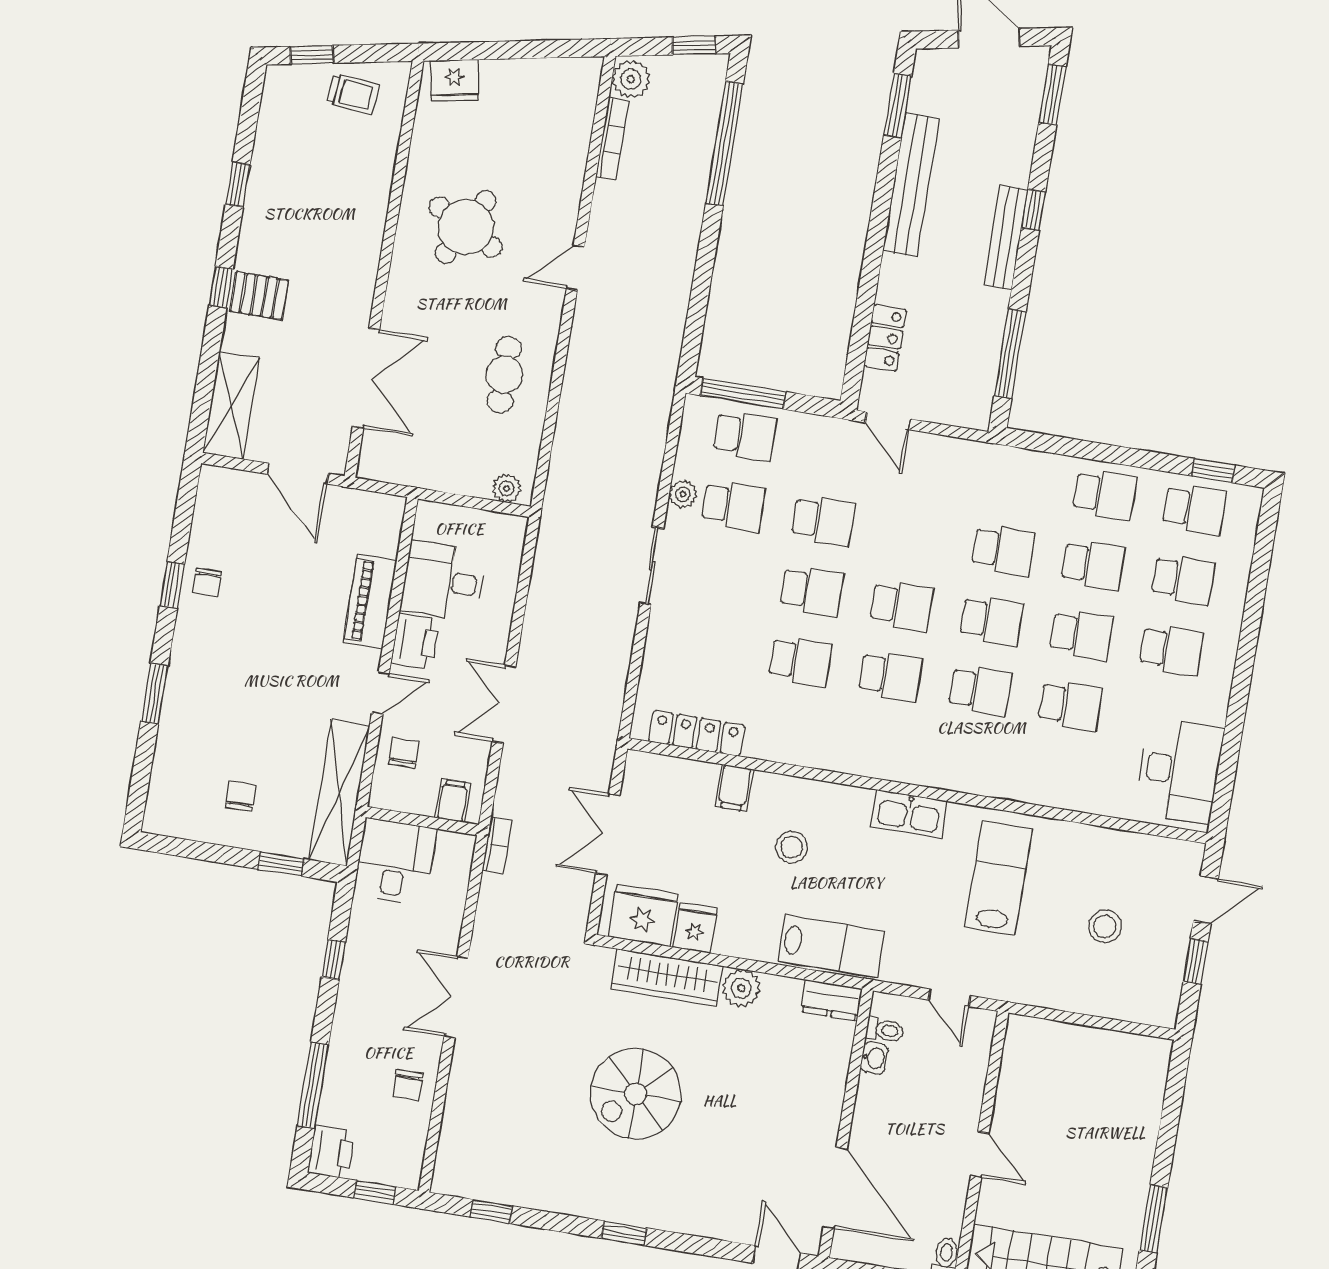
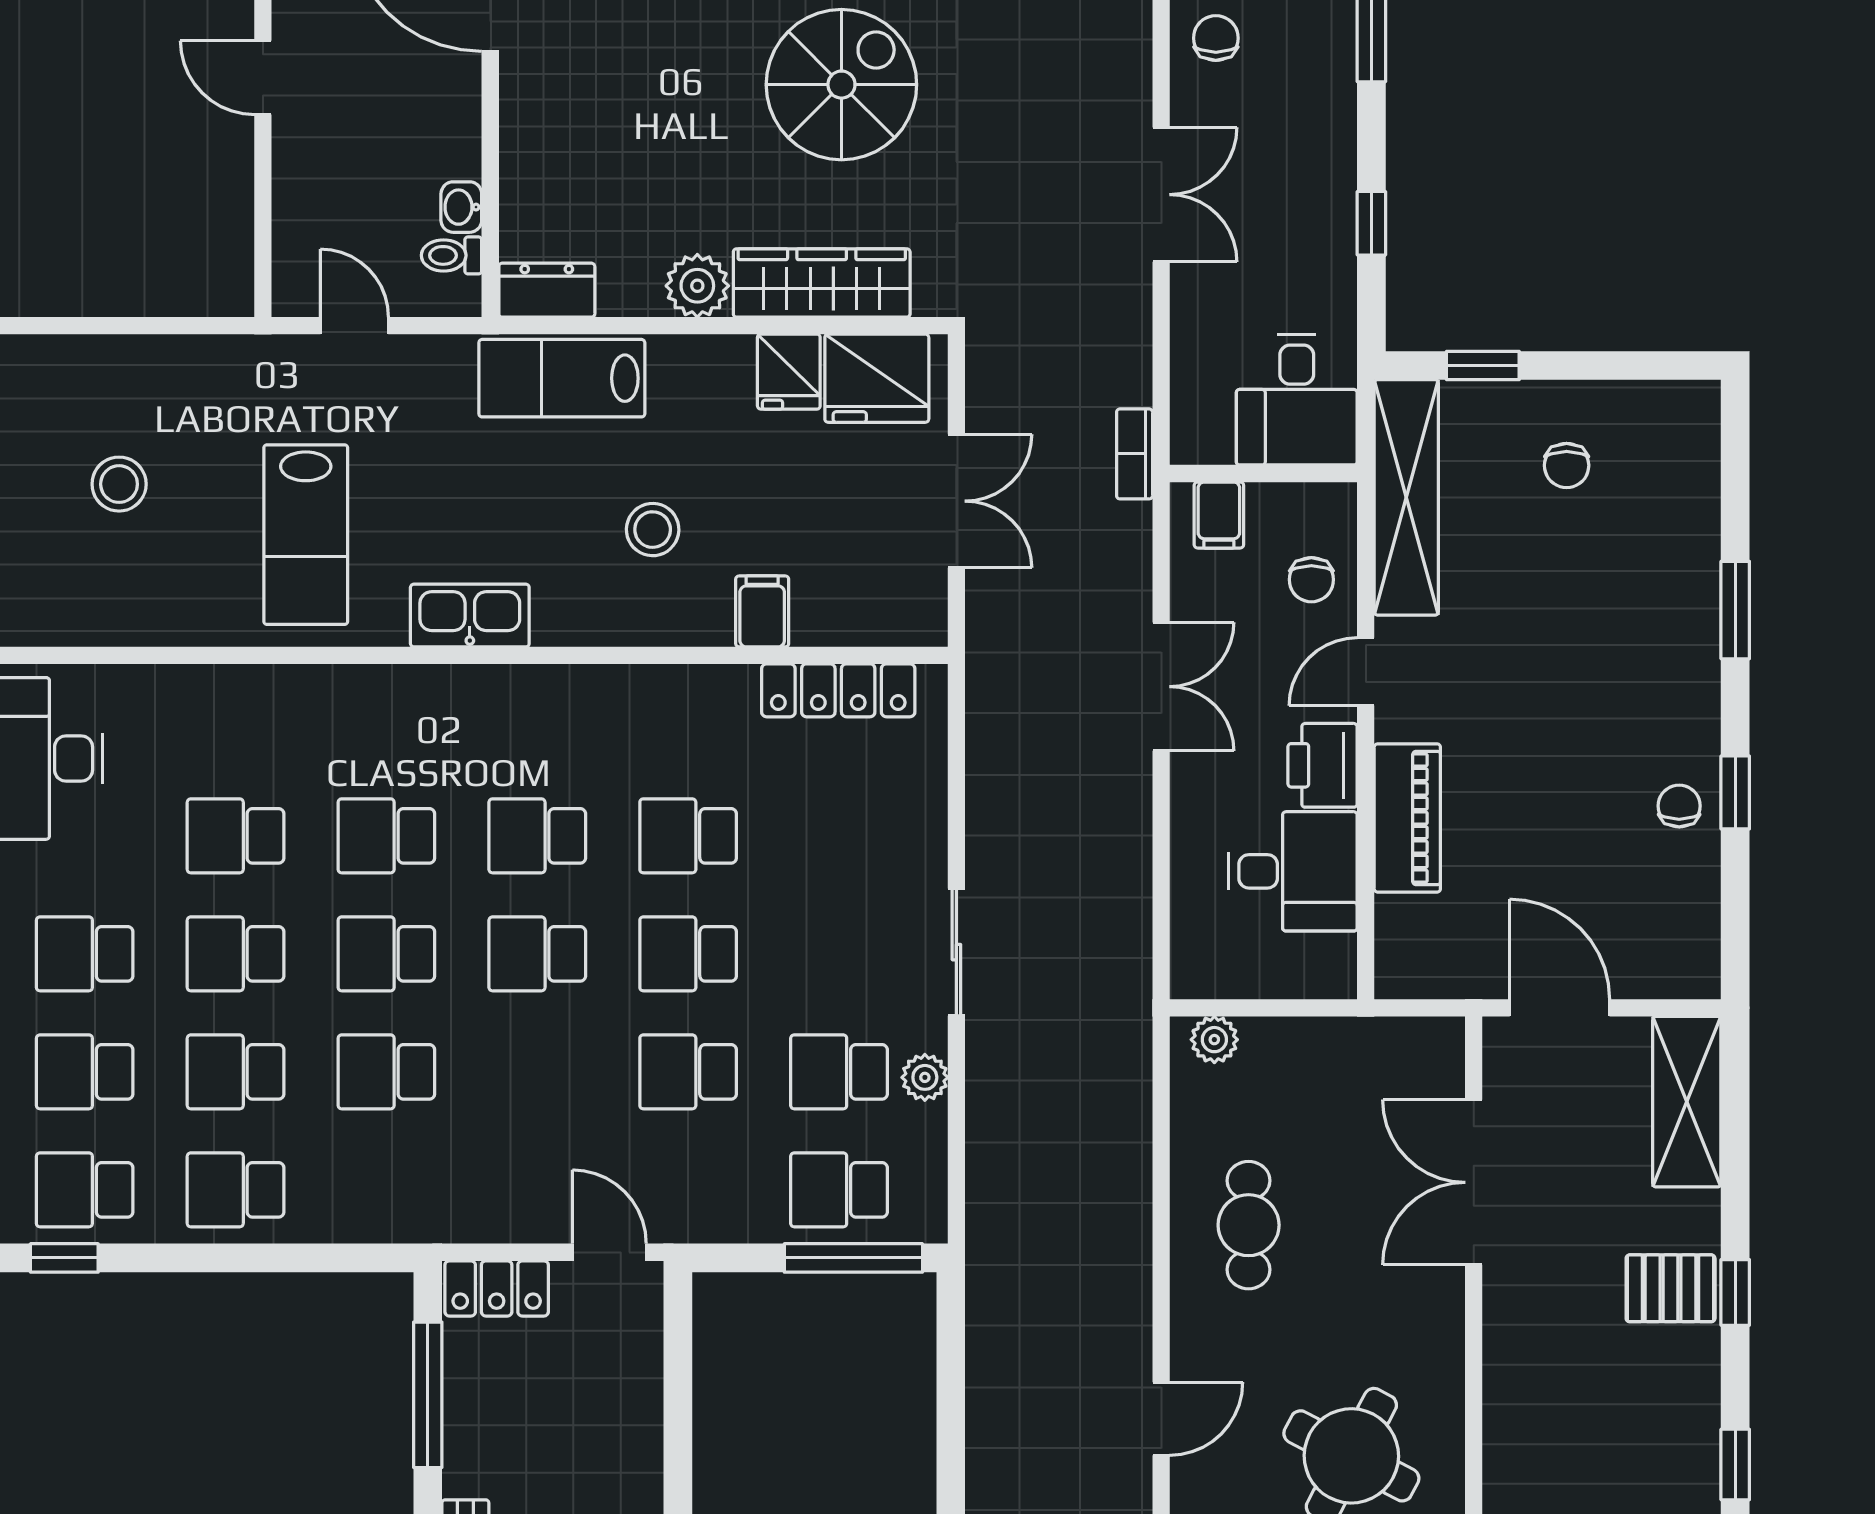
locker: (885, 338) -> (497, 1288), moved, turned -90

